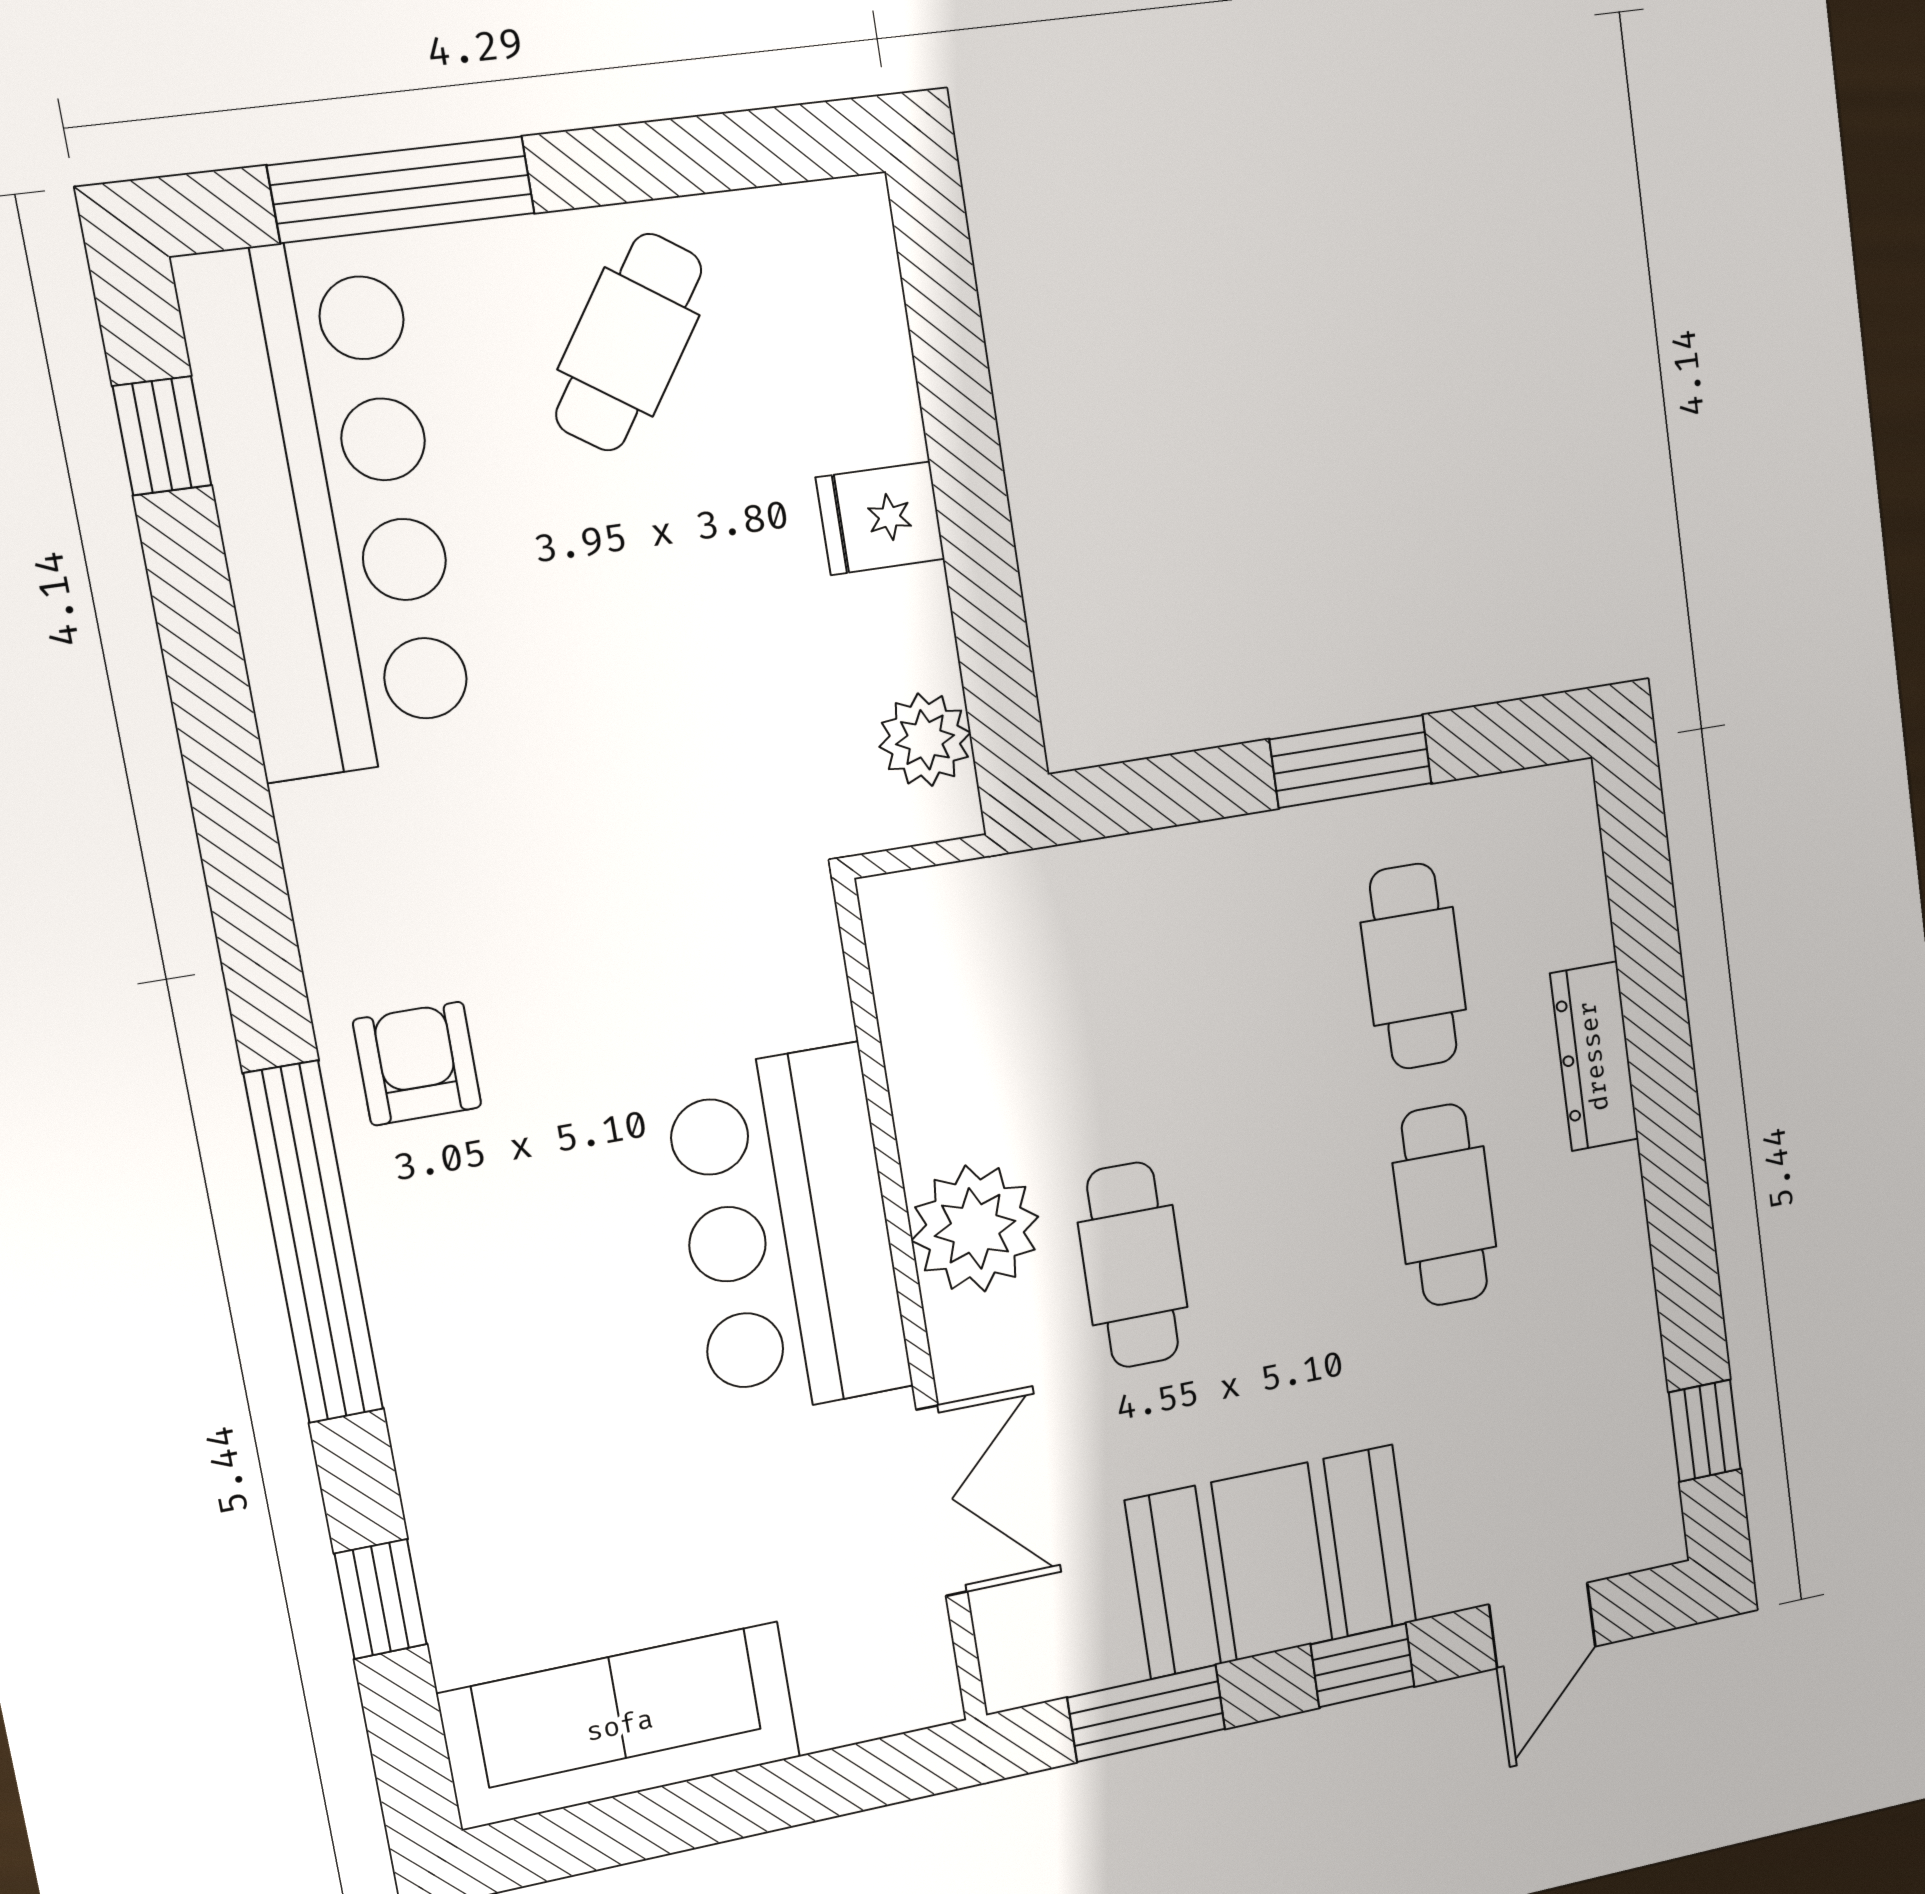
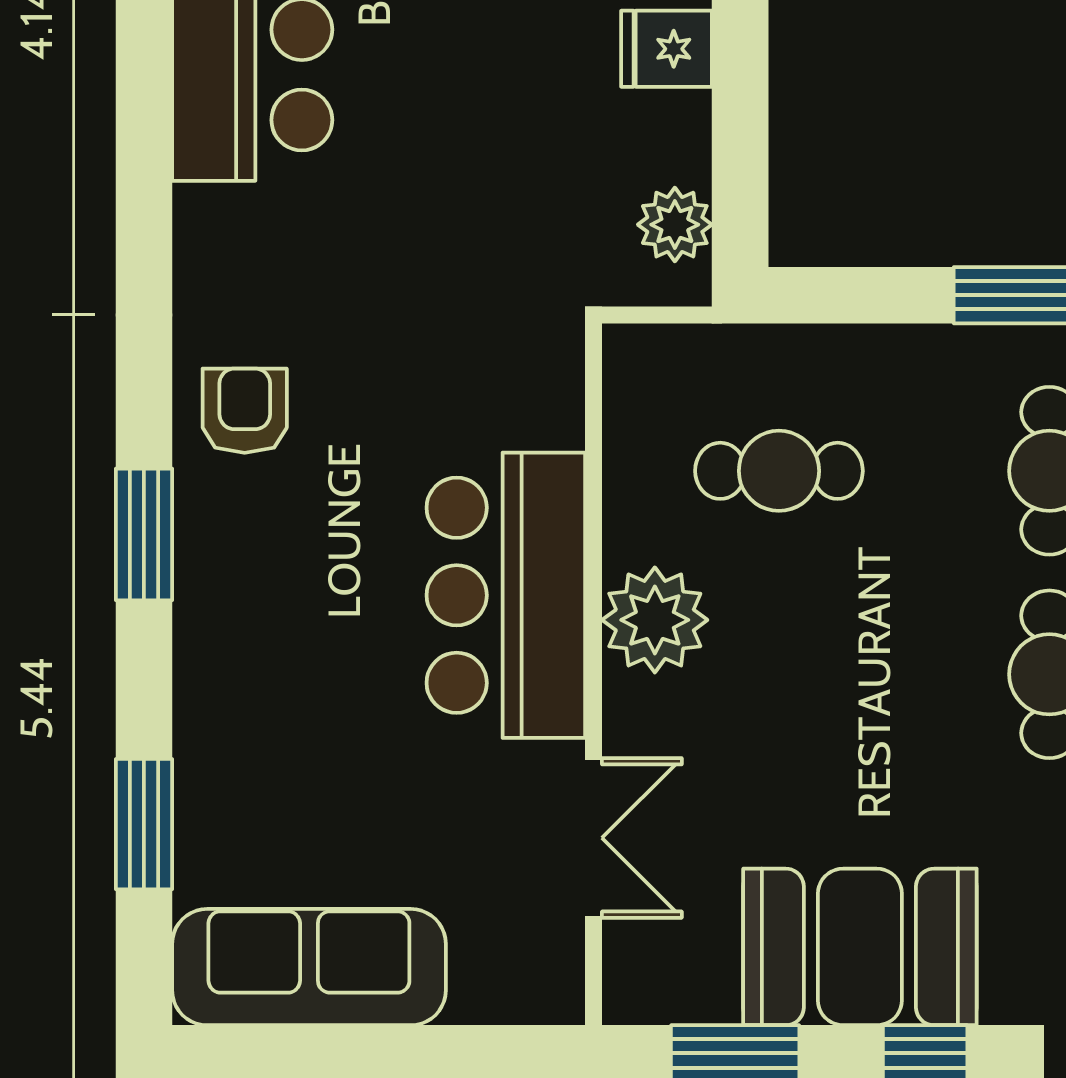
window: (314, 1243) -> (144, 534), width x0.47
cafe table: (1133, 1265) -> (779, 471), moved, turned 90
window: (381, 1599) -> (144, 824), width x1.50

